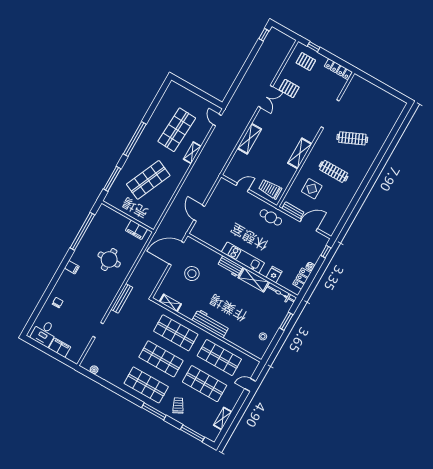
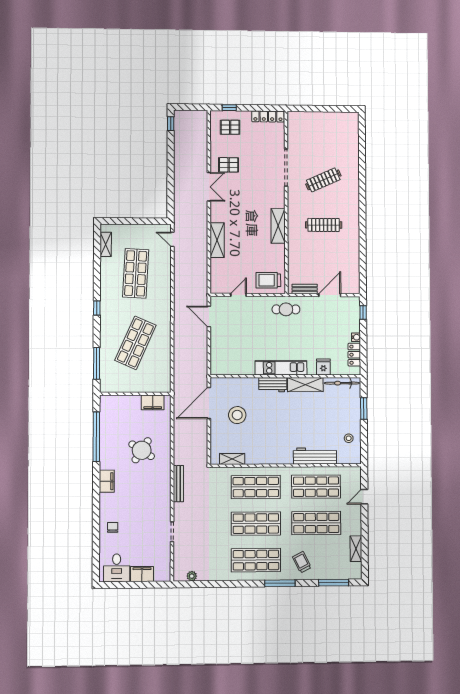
window: (135, 139) -> (97, 308), width x0.32
shelving: (192, 153) -> (106, 244), moved
display table: (312, 189) -> (311, 255), removed
door: (199, 213) -> (209, 316), moved
round table: (109, 260) -> (142, 450), turned 33
filing cabinet: (72, 267) -> (107, 481), width x2.00
workbench: (211, 323) -> (315, 456), moved

